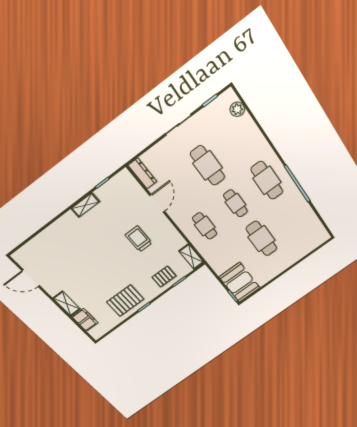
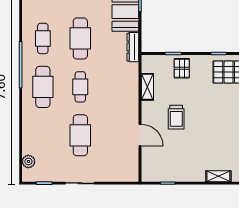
dresser: (143, 173) -> (133, 47), moved
door: (157, 203) -> (140, 135), swing flipped
shelving: (85, 205) -> (218, 176), moved
cafe table: (205, 226) -> (43, 38), moved
shelving: (191, 257) -> (147, 87), moved
pallet: (164, 277) -> (182, 68), turned 90

